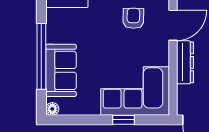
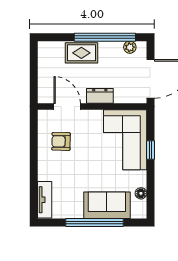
dresser: (185, 62) -> (100, 96), width x0.70
floor lamp: (52, 109) -> (141, 193), moved

